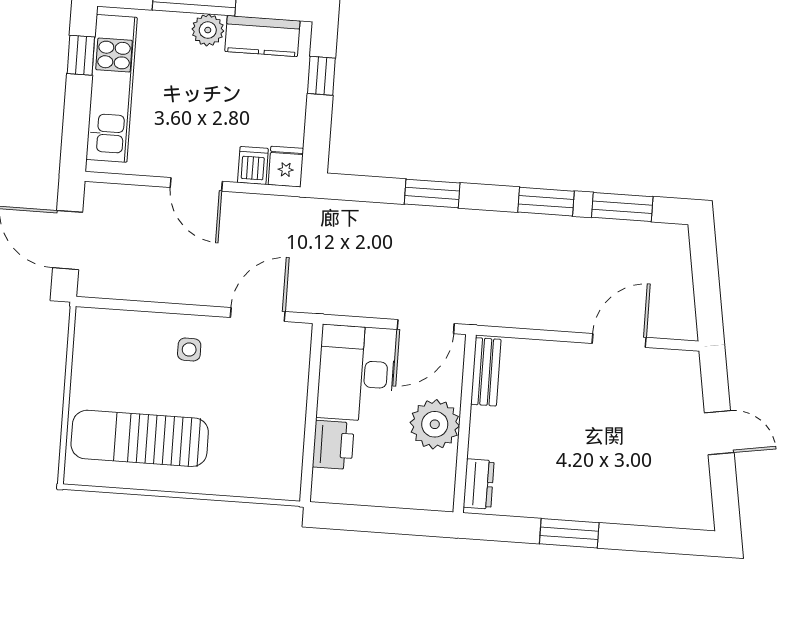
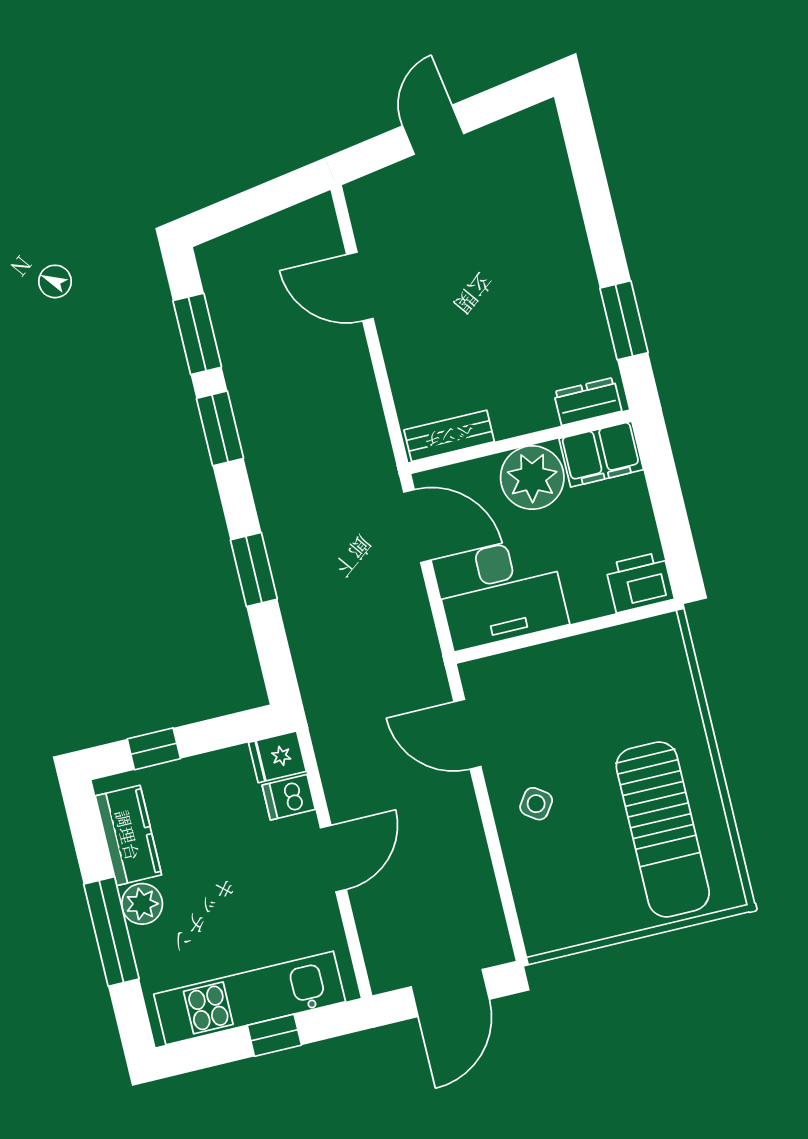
window: (81, 55) -> (274, 1035), moved
side table: (189, 349) -> (536, 804), turned 35
printer: (333, 445) -> (640, 582), moved
filing cabinet: (436, 481) -> (601, 454), added
window: (569, 533) -> (624, 320), moved

